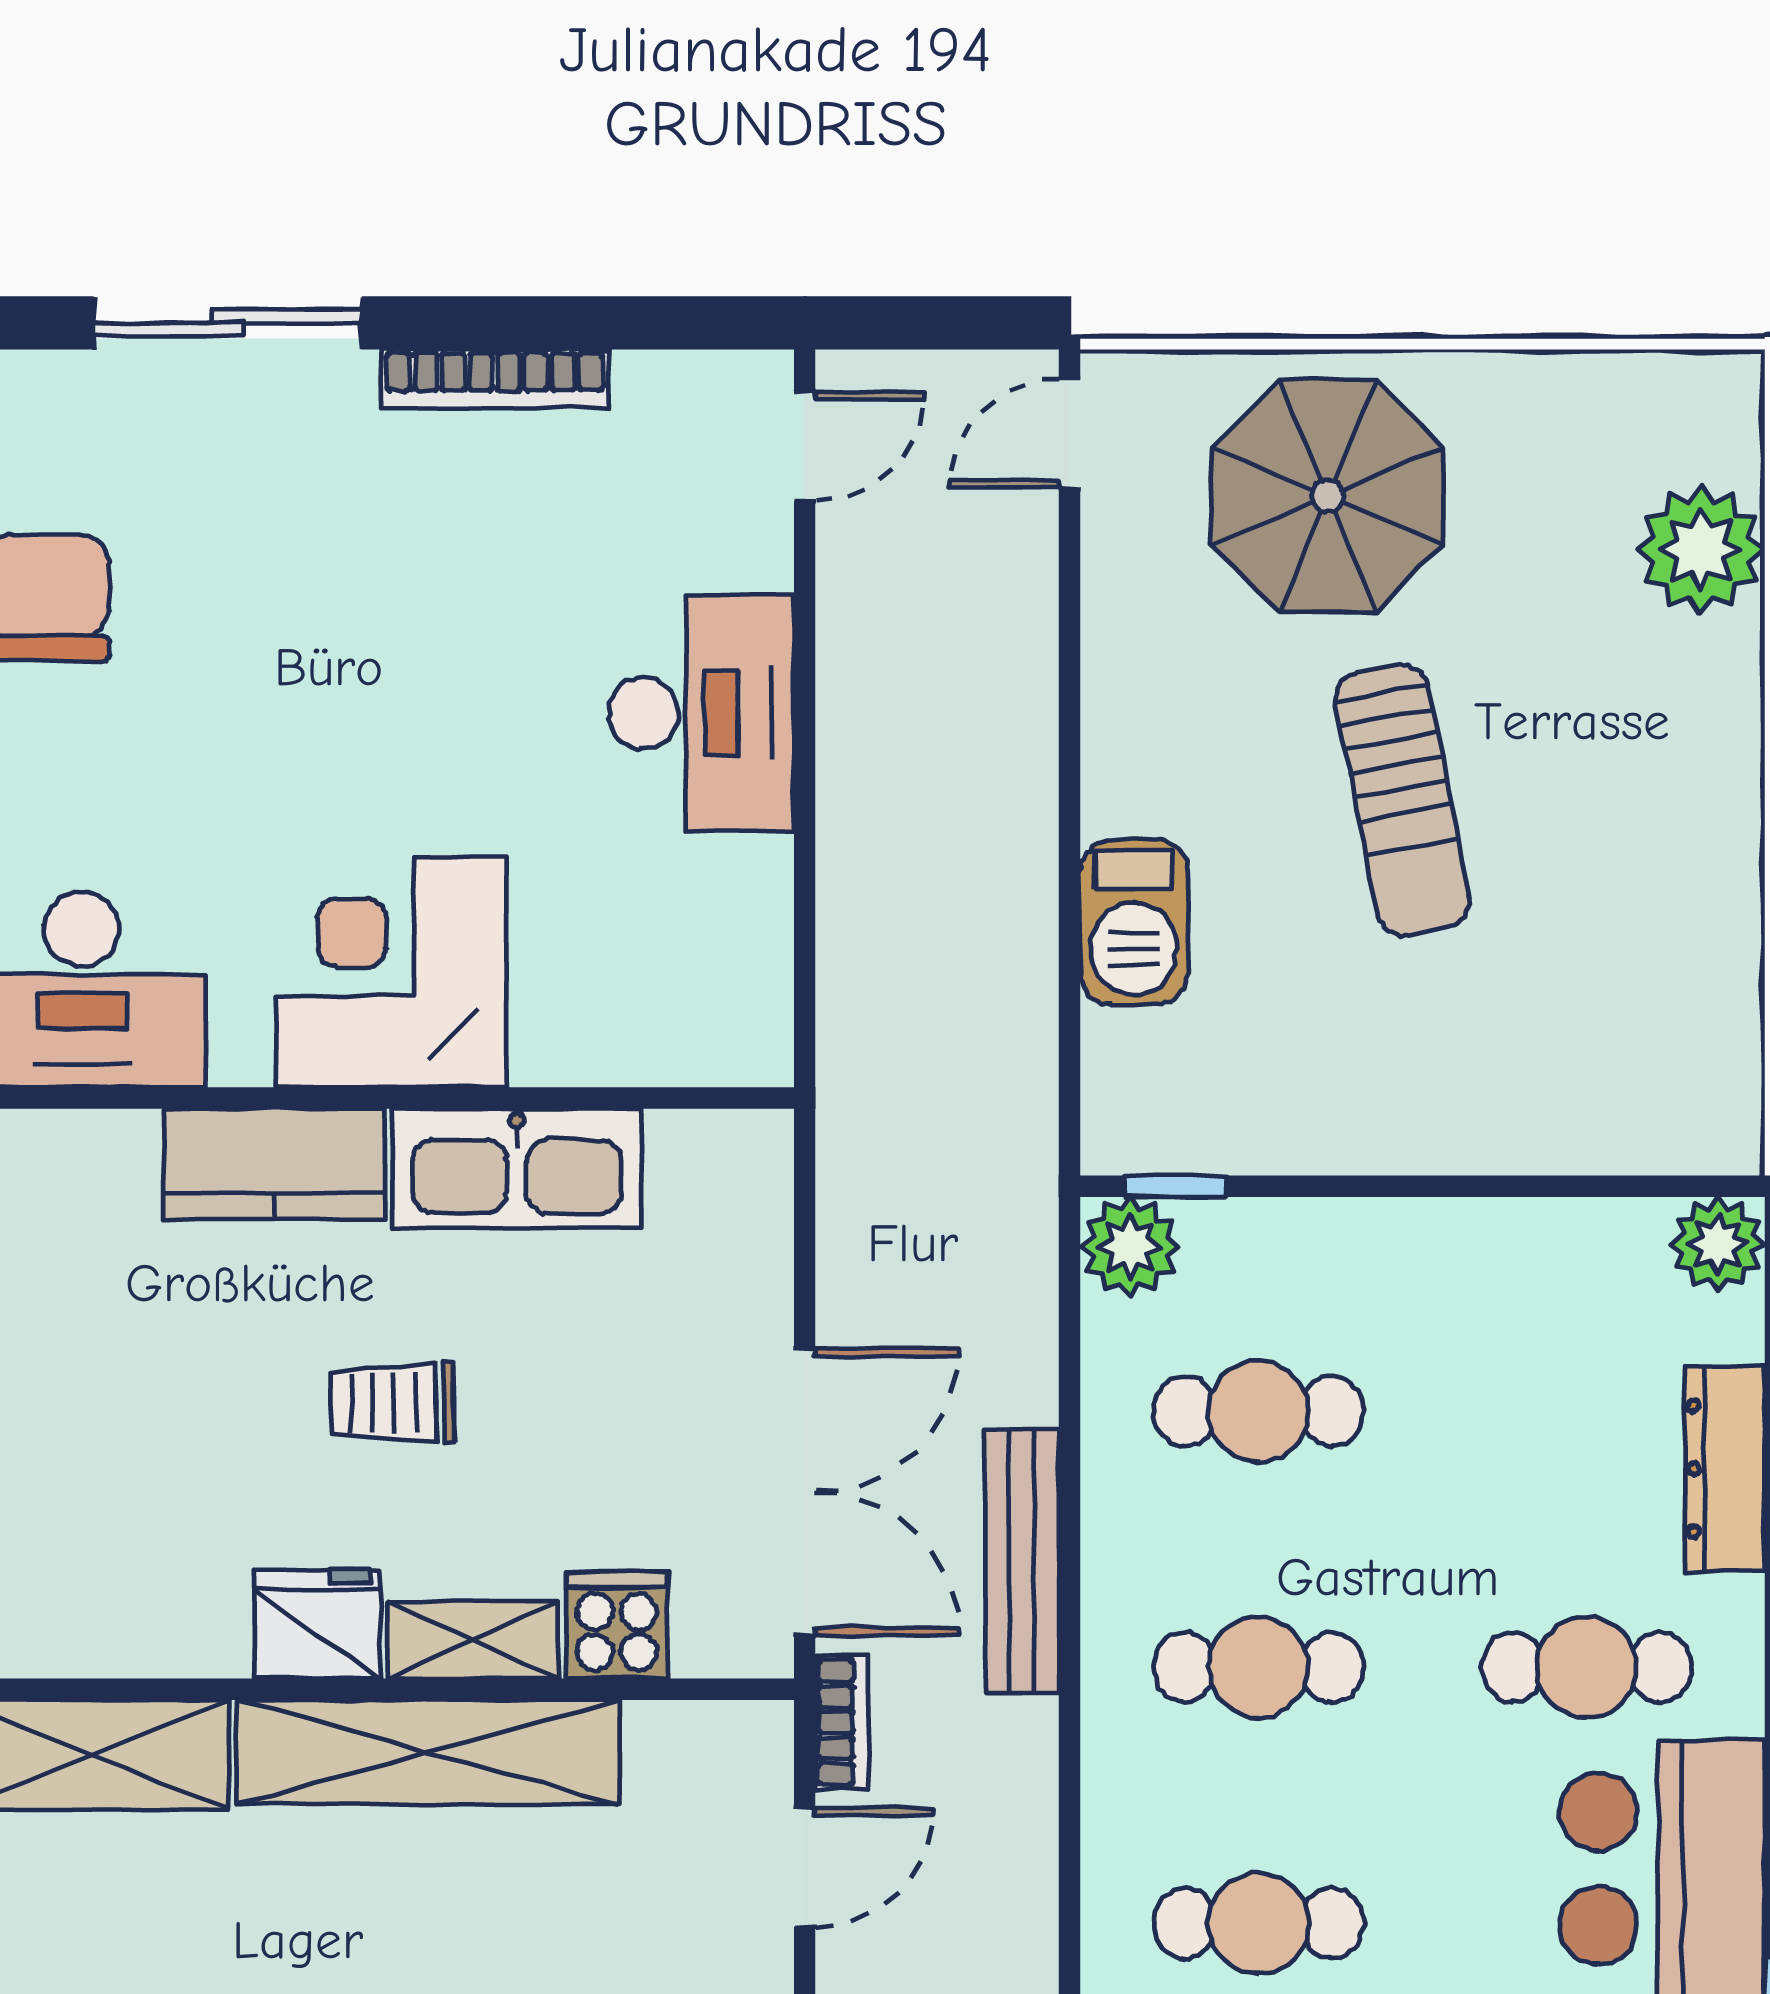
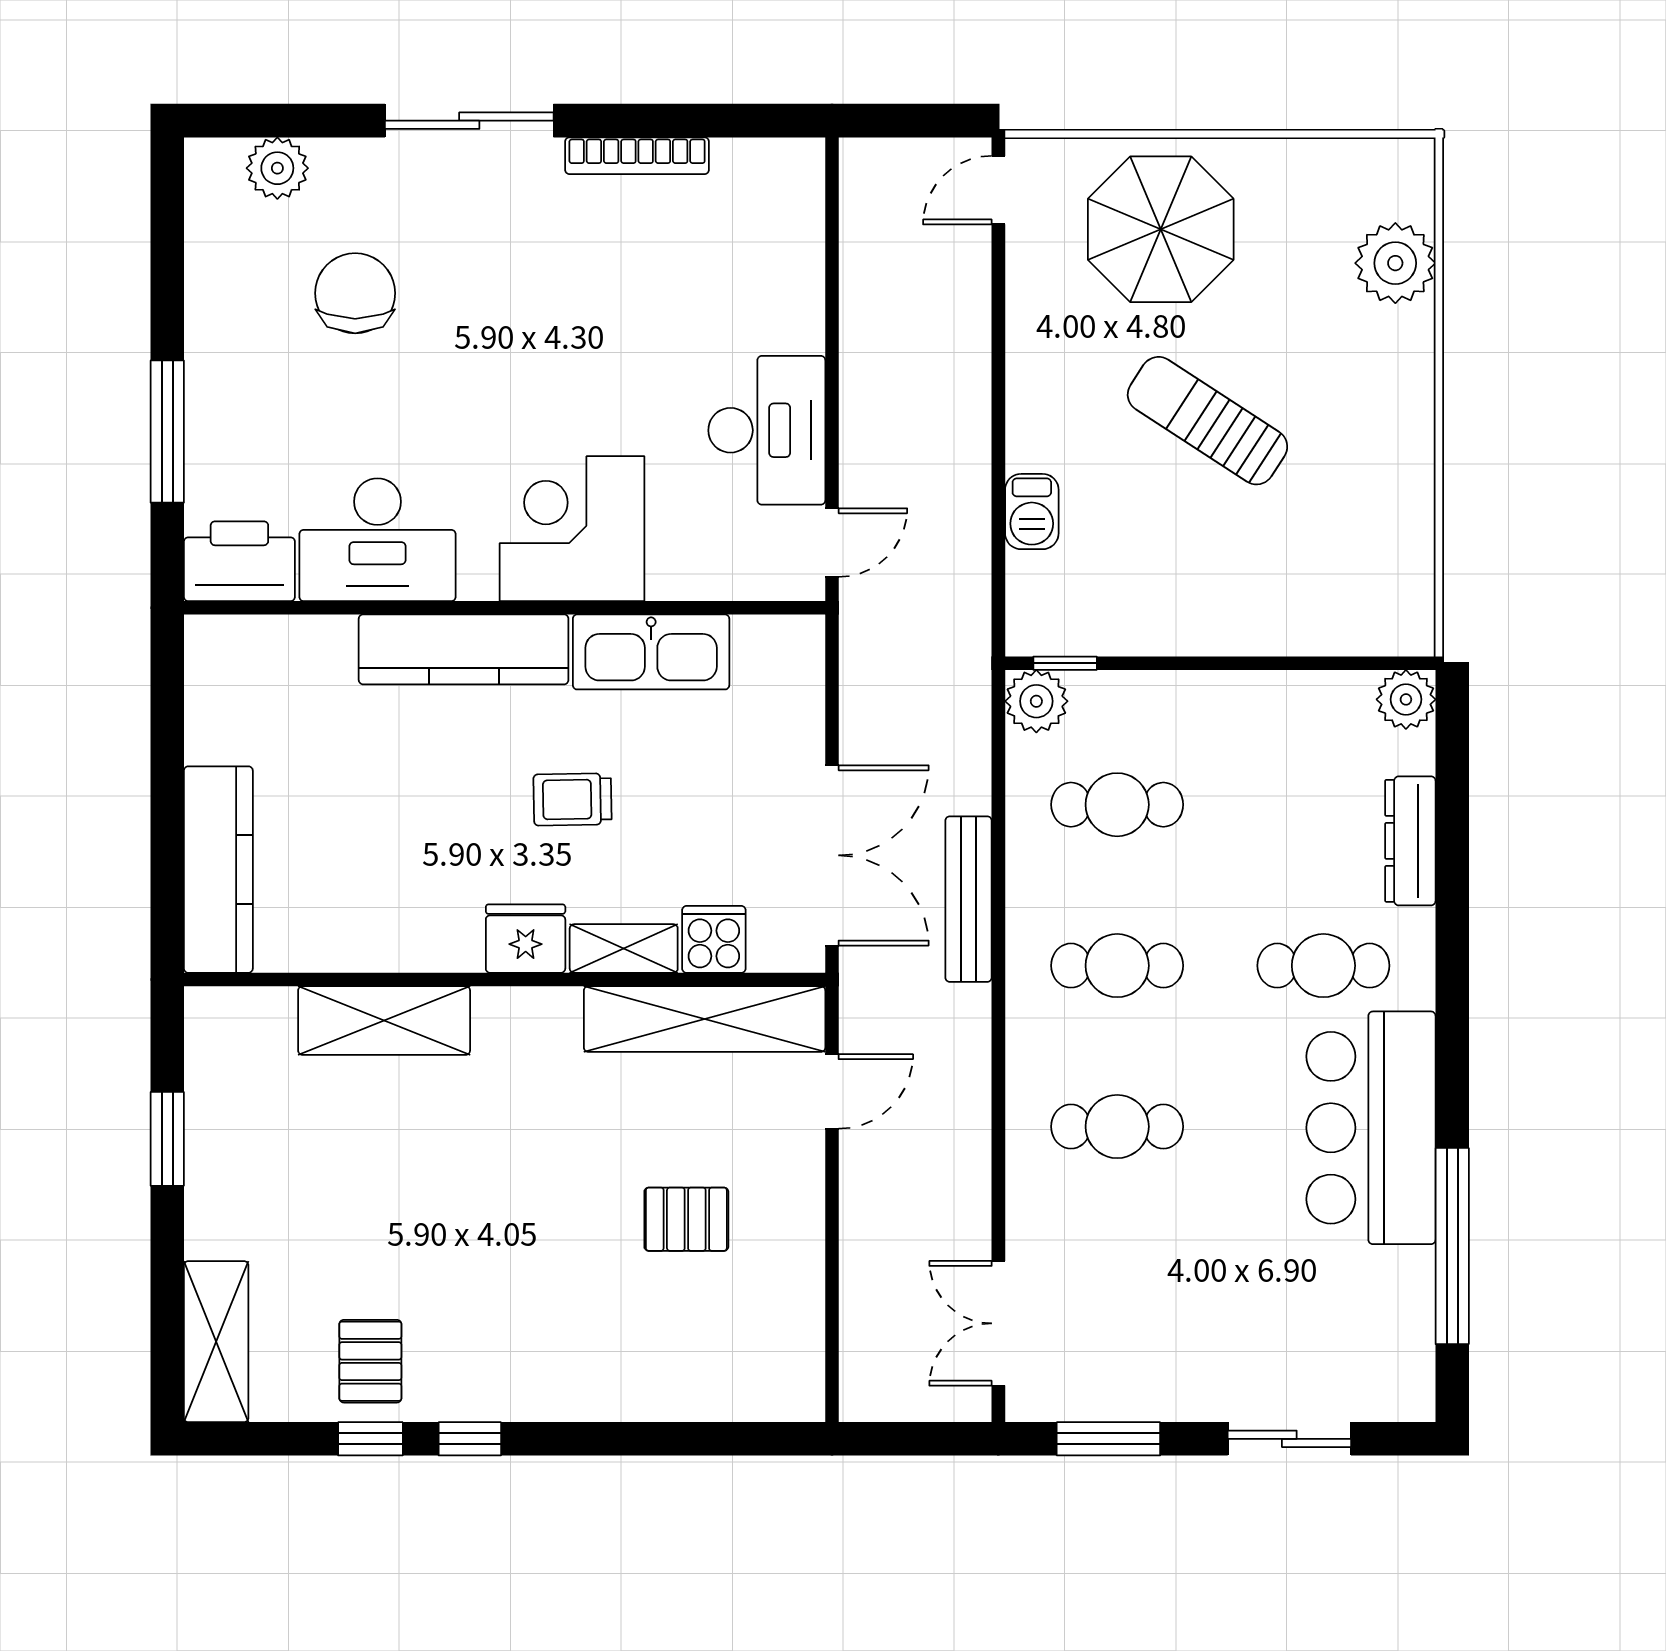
door: (805, 446) -> (832, 543), moved
desk: (701, 713) -> (767, 430), moved
sun lounger: (1402, 800) -> (1207, 421), turned 134
barbecue: (1134, 922) -> (1032, 512), width x0.73, depth x0.79
kitchen counter: (274, 1164) -> (464, 649), width x1.50
bookcase: (842, 1722) -> (855, 1000), removed
shelving: (428, 1752) -> (705, 1019), moved

